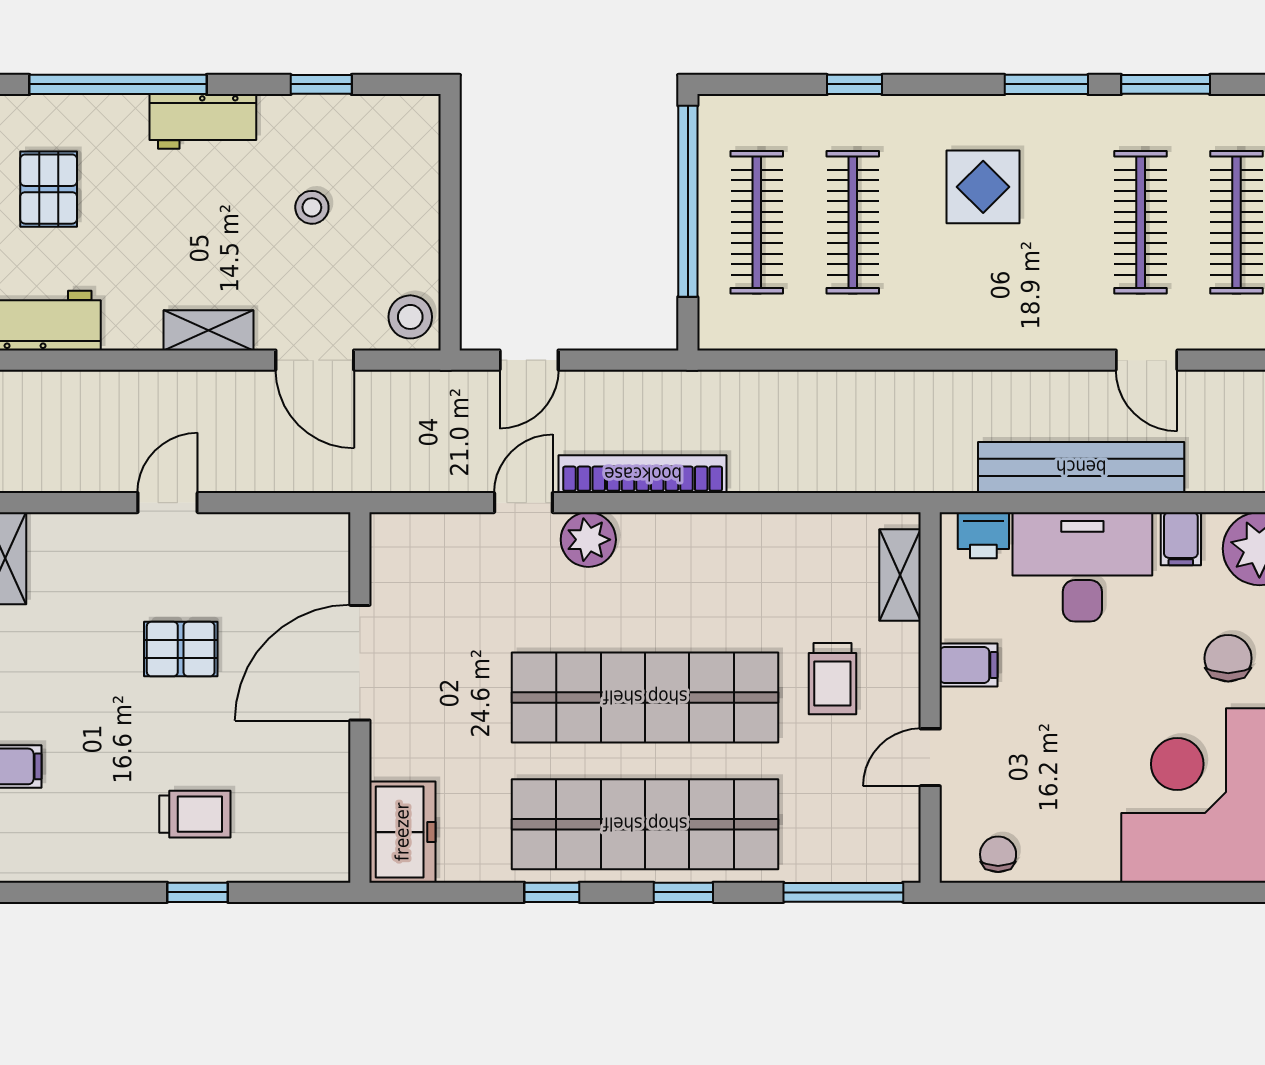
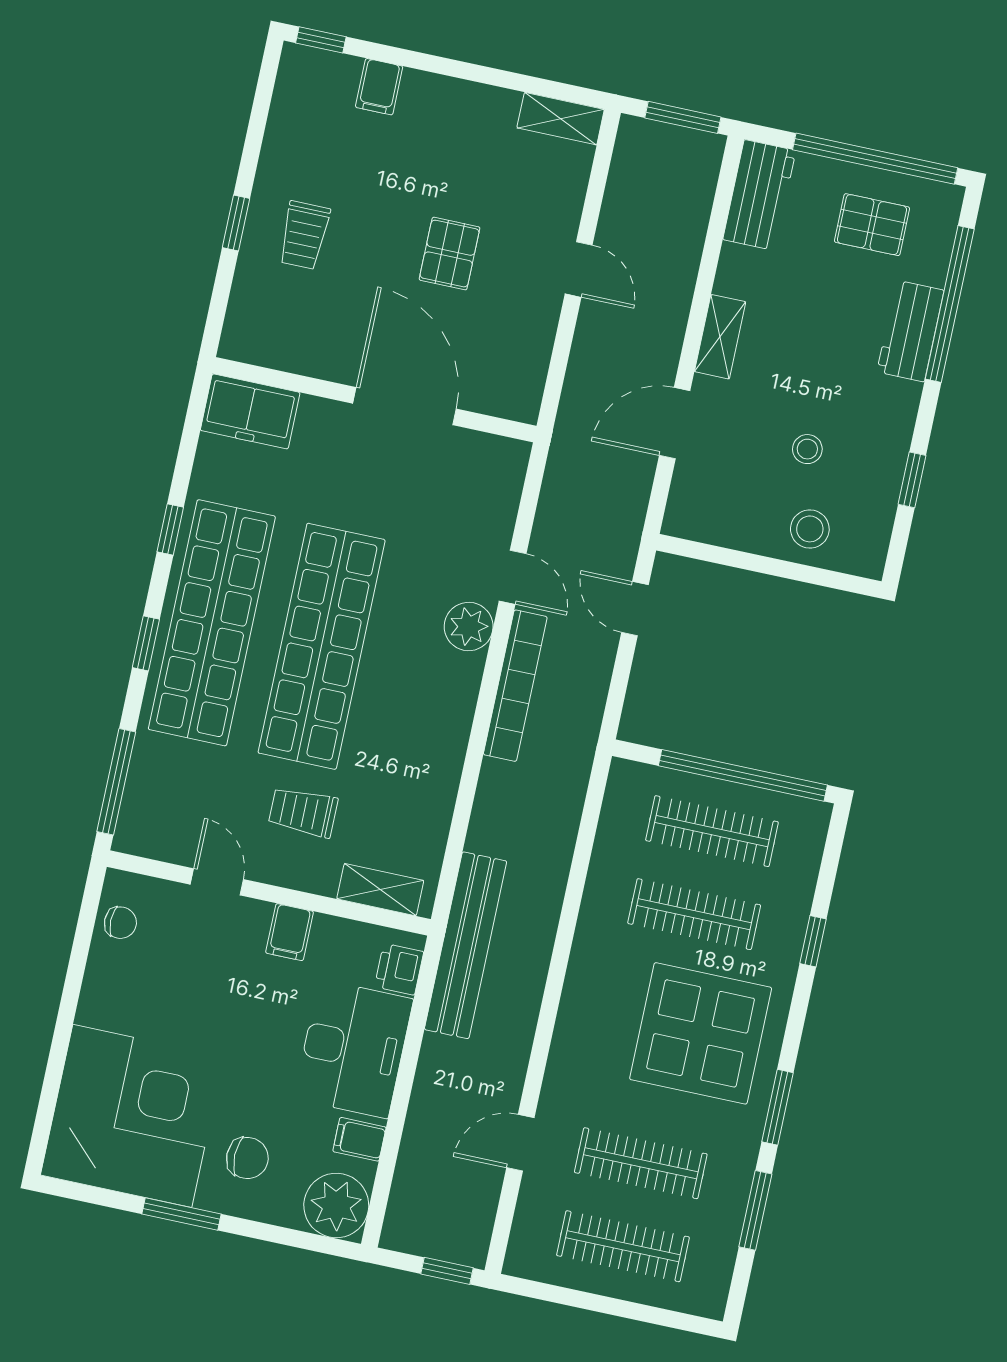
workbench: (203, 121) -> (910, 331), moved
display table: (983, 187) -> (701, 1033), width x1.86, depth x1.86
stool: (410, 317) -> (810, 529), moved
bench: (1081, 467) -> (466, 945), moved

